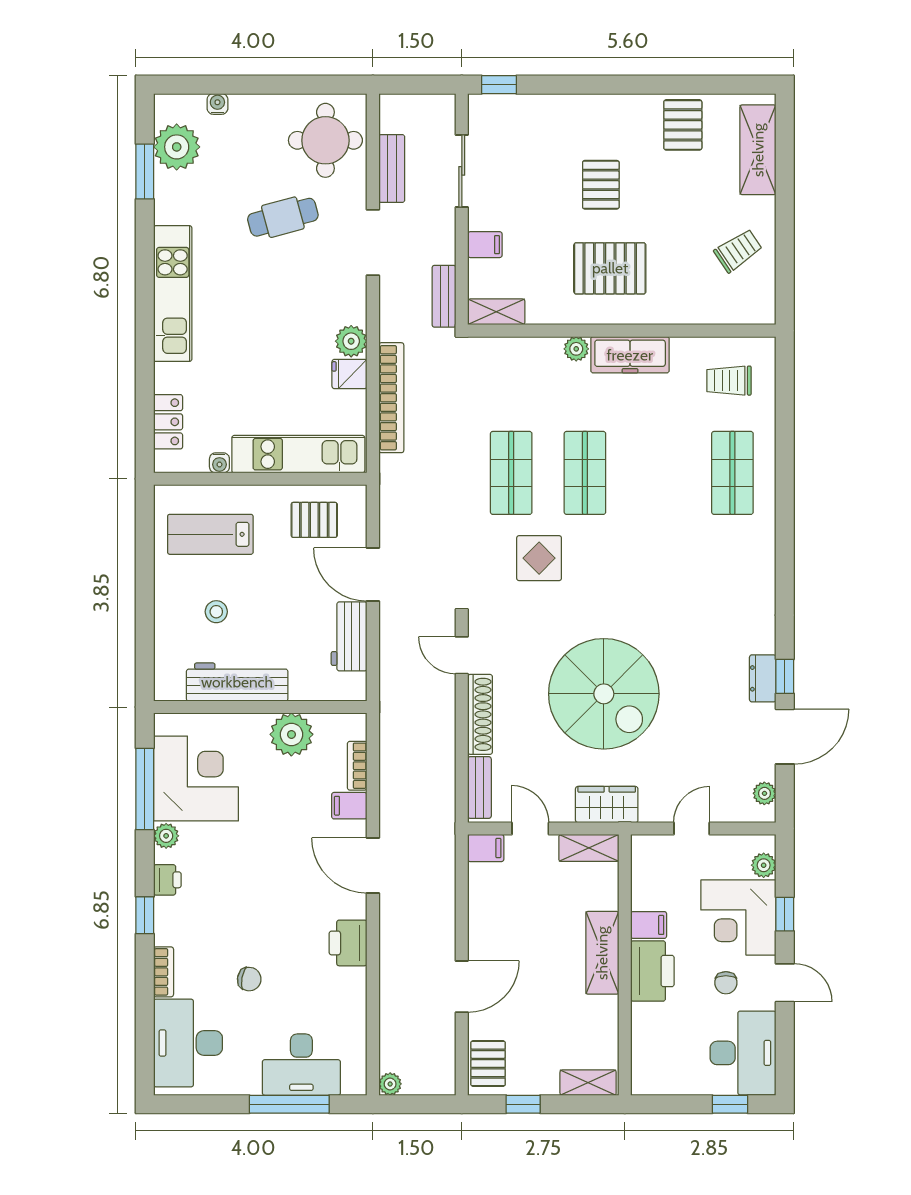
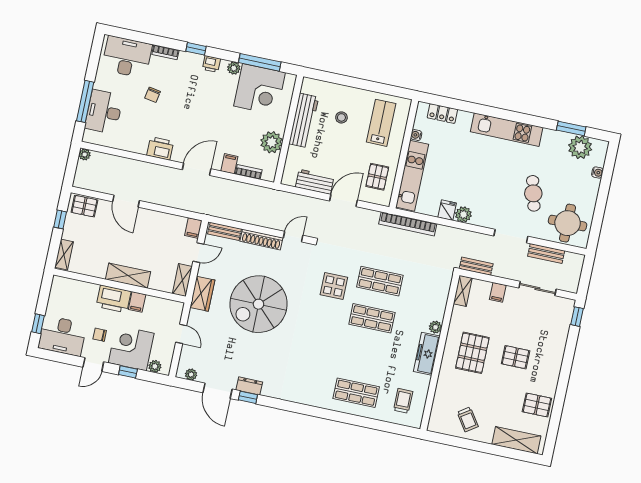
bookcase: (391, 398) -> (408, 224), moved

